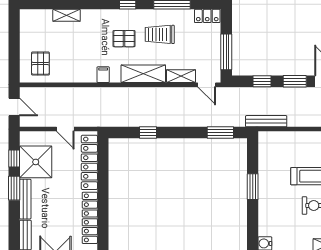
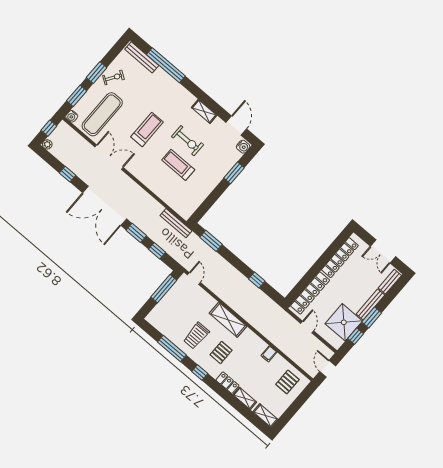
locker: (207, 16) -> (227, 383), moved
trolley: (160, 34) -> (196, 336), turned 90
pallet: (124, 39) -> (221, 352), turned 90
filing cabinet: (103, 75) -> (269, 354), moved
shelving: (181, 76) -> (265, 416), moved
window: (253, 187) -> (234, 173), moved

